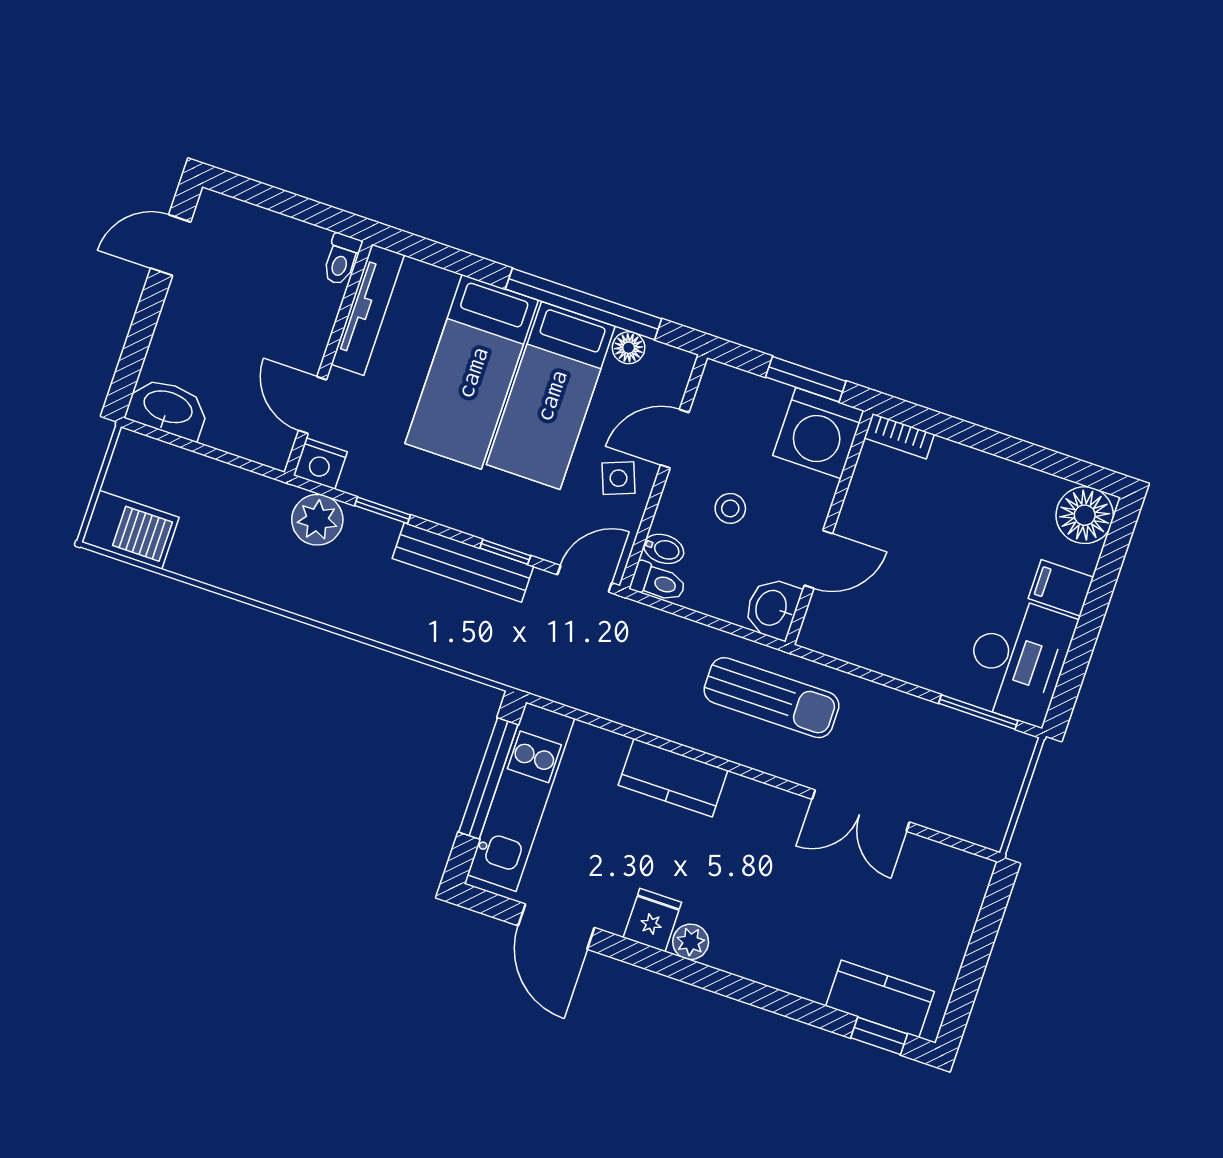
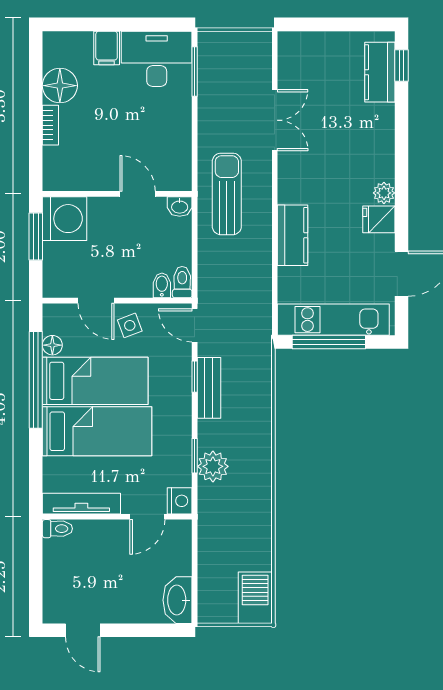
bookcase: (899, 436) -> (50, 125), moved
stool: (730, 508) -> (125, 255), removed
floor lamp: (1085, 515) -> (60, 86), moved
plant: (317, 520) -> (213, 466), moved
bench: (463, 562) -> (209, 388), width x0.73
washbasin: (772, 608) -> (180, 207), width x0.72, depth x0.69

